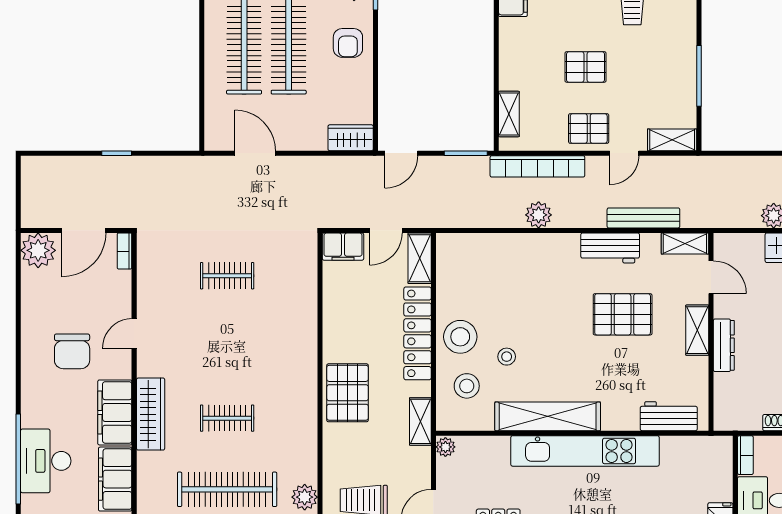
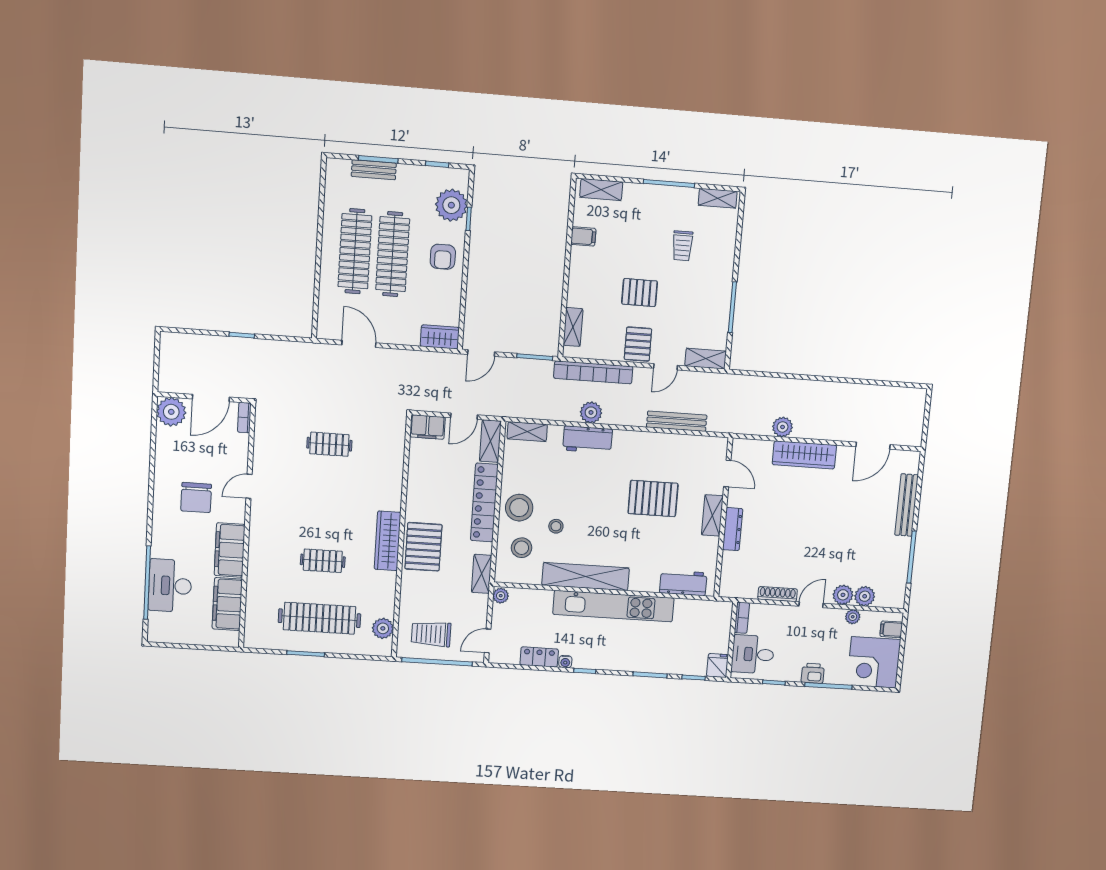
pallet: (589, 128) -> (638, 344), turned 90
shelving: (685, 244) -> (527, 432), moved
workbench: (610, 248) -> (588, 440), moved
wardrobe: (151, 414) -> (388, 541), moved, turned 180

